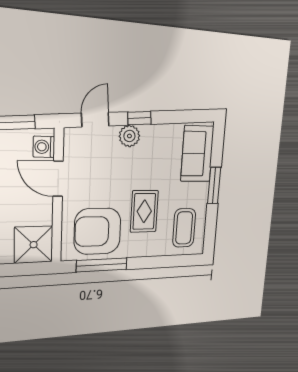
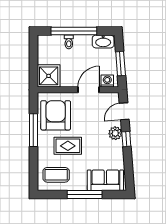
door: (95, 120) -> (124, 111), swing flipped
window: (214, 185) -> (85, 194), width x1.44
window: (102, 265) -> (33, 130), moved

